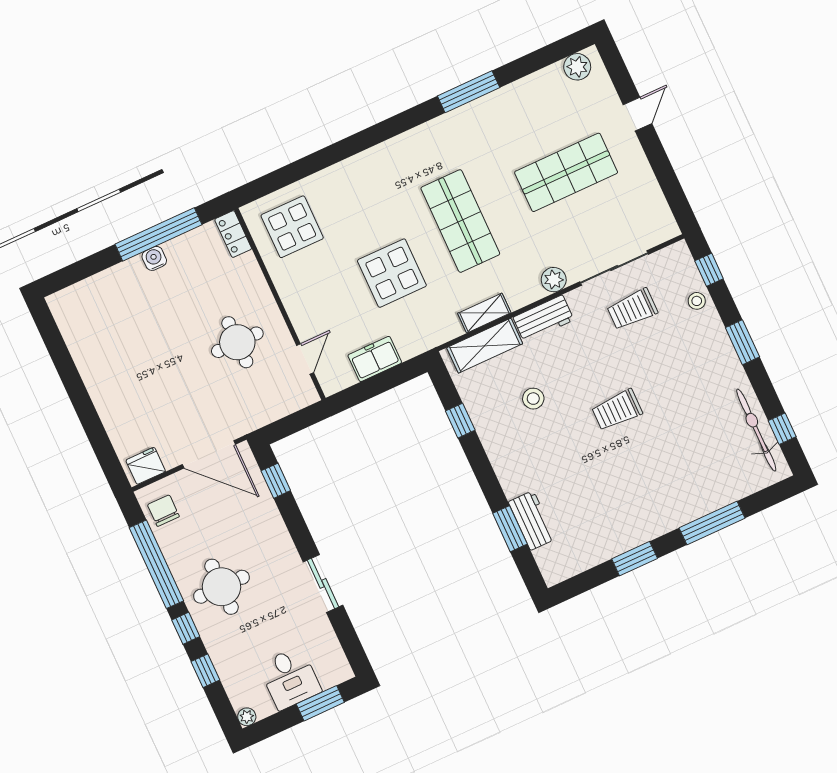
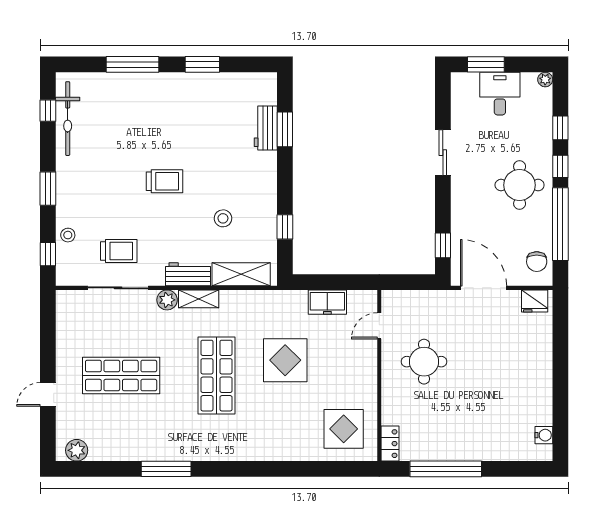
water cooler: (154, 258) -> (544, 435), moved, turned -90
shelving: (484, 313) -> (199, 299), moved

